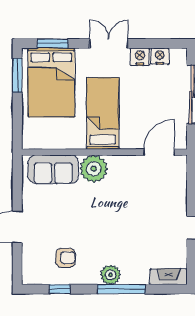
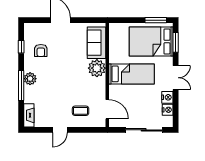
coffee table: (161, 195) -> (81, 111), added

